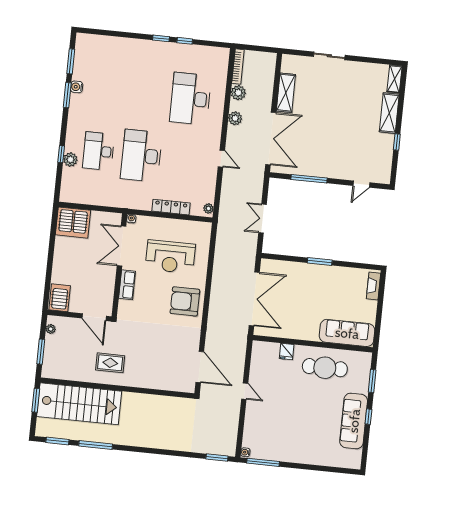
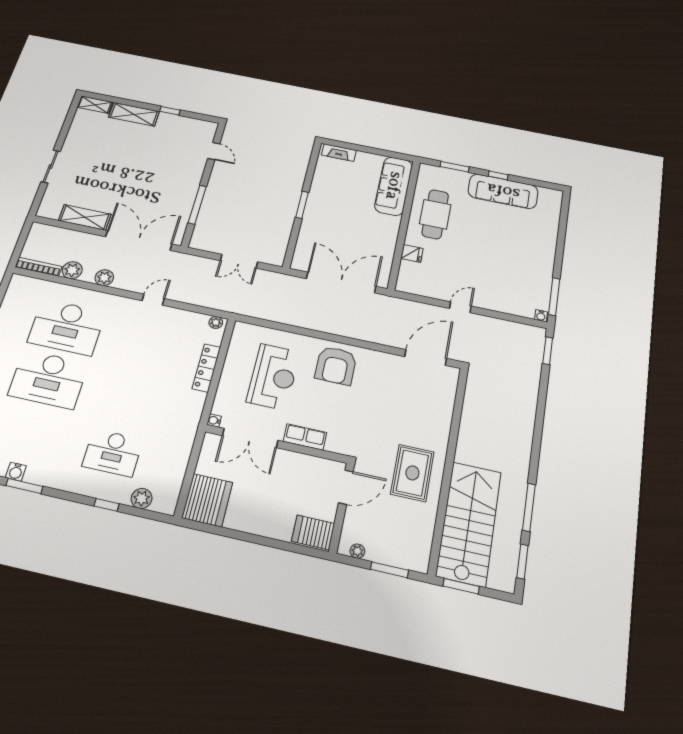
desk: (141, 156) -> (48, 379), moved
plant: (70, 160) -> (142, 498), moved
rug: (110, 363) -> (412, 473), width x1.36, depth x1.43

